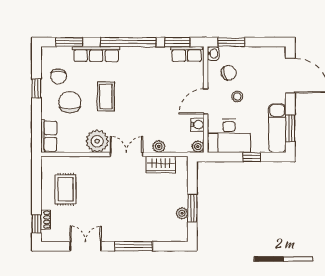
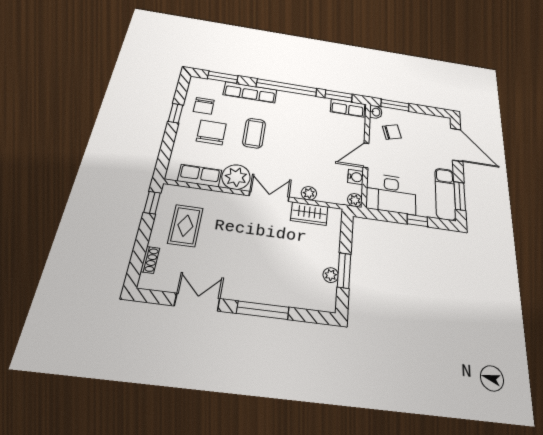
stool: (237, 96) -> (401, 156), removed
row of seats: (49, 136) -> (200, 176), moved, turned -90
window: (36, 224) -> (152, 203), moved

